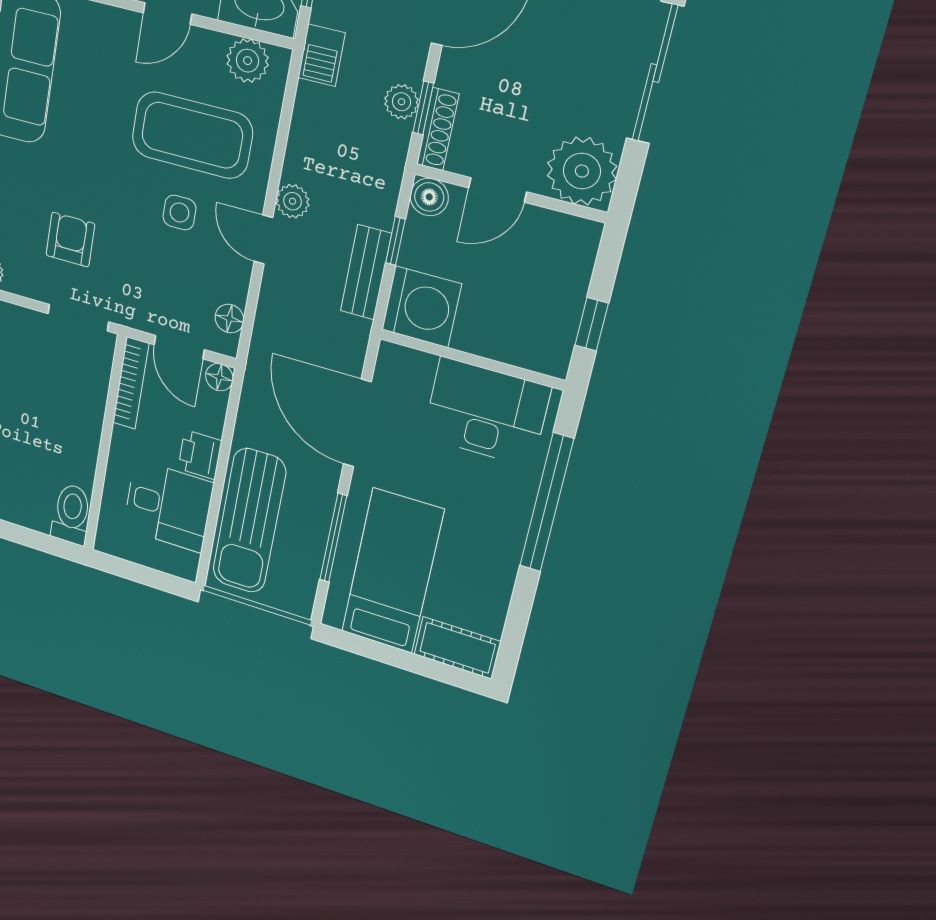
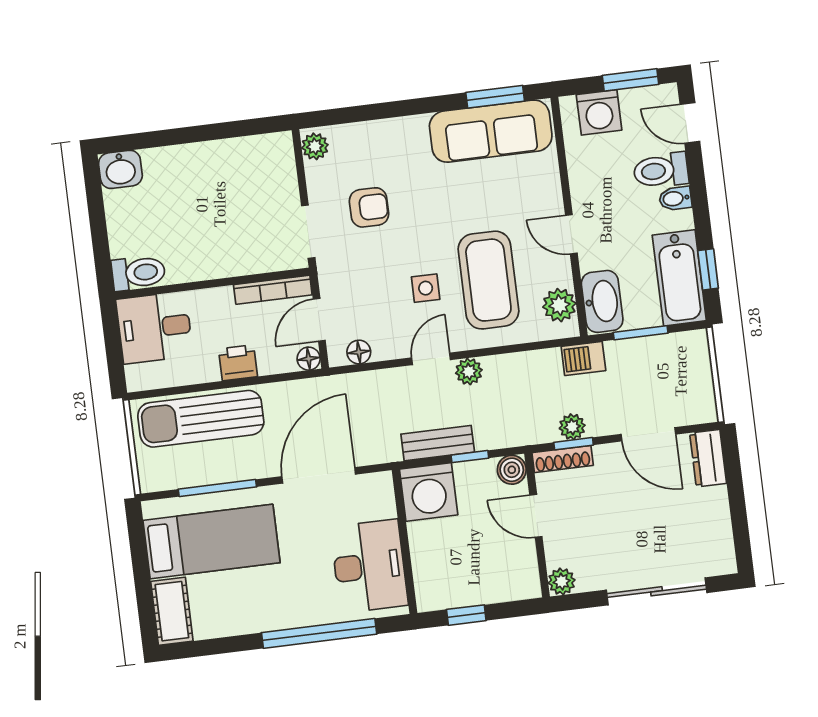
plant: (582, 171) -> (562, 581), width x0.53, depth x0.53
desk: (168, 506) -> (155, 328), moved, turned 90

